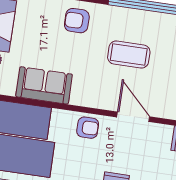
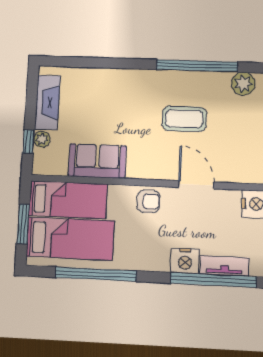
armchair: (77, 21) -> (125, 89), removed

